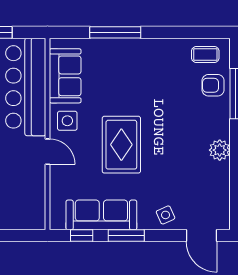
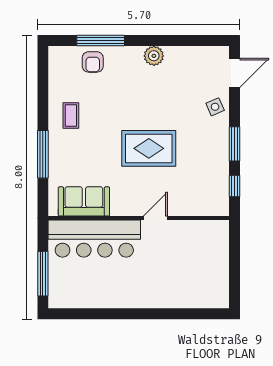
coffee table: (205, 55) -> (71, 116), moved
side table: (67, 121) -> (126, 199), removed
sofa: (101, 215) -> (215, 167), removed

